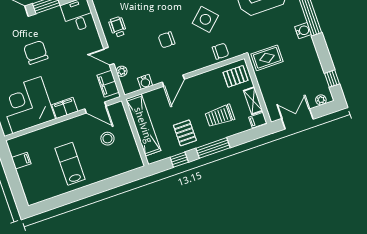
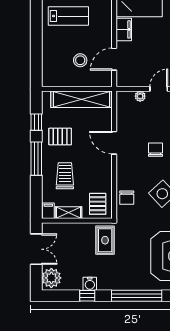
water cooler: (303, 31) -> (90, 284), moved
window: (332, 79) -> (87, 296), moved
water cooler: (145, 82) -> (122, 115), removed
filing cabinet: (108, 84) -> (133, 79), removed
plant: (321, 100) -> (51, 278), width x1.88, depth x1.88

